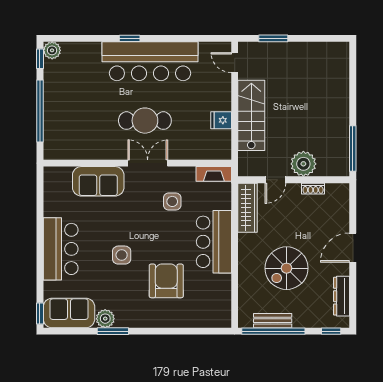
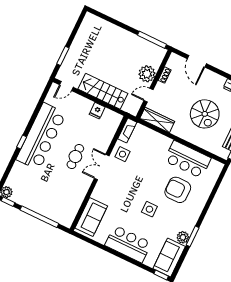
cafe table: (145, 121) -> (75, 157), width x0.73, depth x0.74
door: (275, 180) -> (148, 95), swing flipped
sofa: (98, 181) -> (91, 217), moved
side table: (172, 201) -> (123, 154), moved
bar counter: (214, 242) -> (188, 159), moved
door: (353, 248) -> (197, 61), moved

